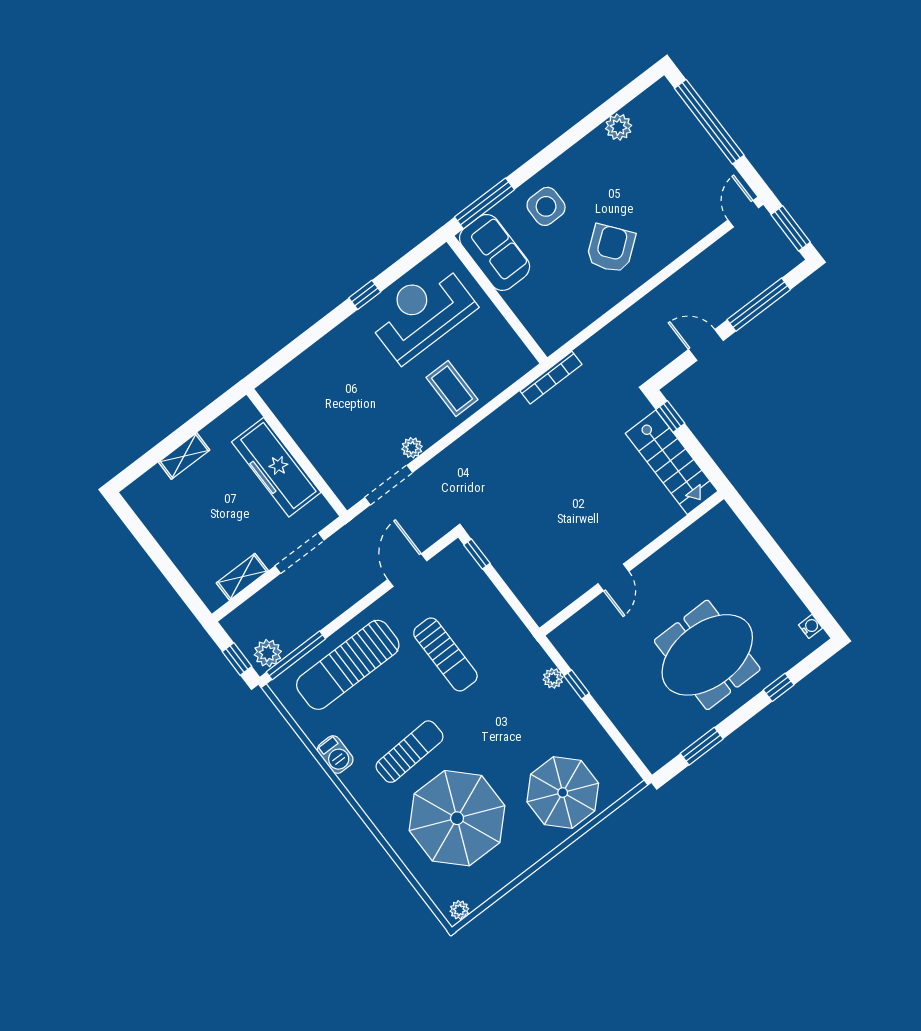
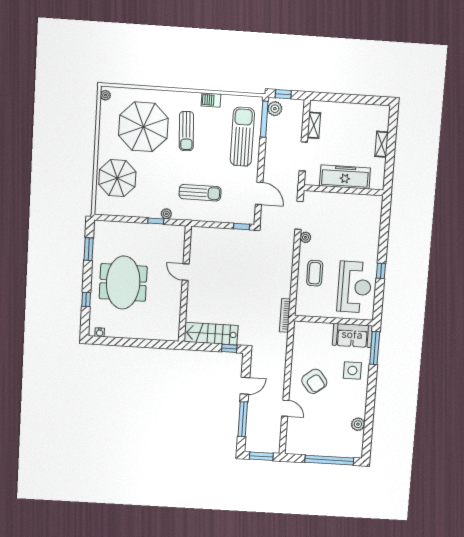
door: (743, 214) -> (285, 408), moved
coffee table: (452, 389) -> (315, 273), turned 90
sun lounger: (445, 654) -> (200, 193), moved, turned 180

